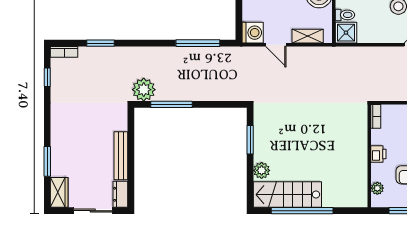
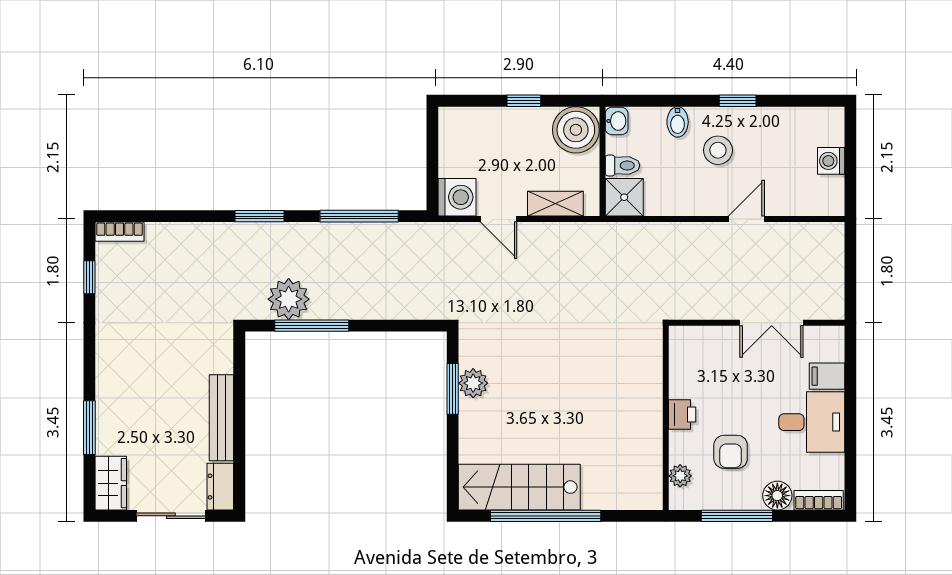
window: (100, 43) -> (260, 216), moved
plant: (144, 90) -> (289, 299), moved
bookcase: (376, 116) -> (677, 347), removed
plant: (262, 170) -> (473, 383), moved

